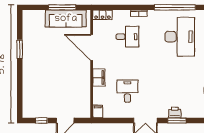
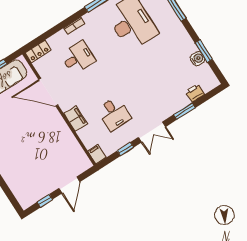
desk: (127, 91) -> (114, 114), turned 180
printer: (175, 112) -> (195, 93), moved
window: (120, 120) -> (126, 149), added

